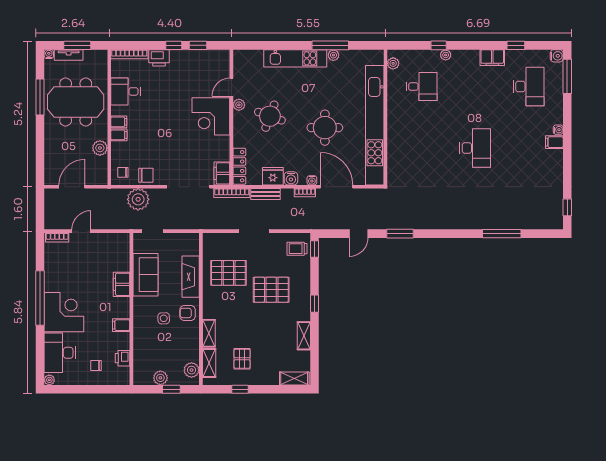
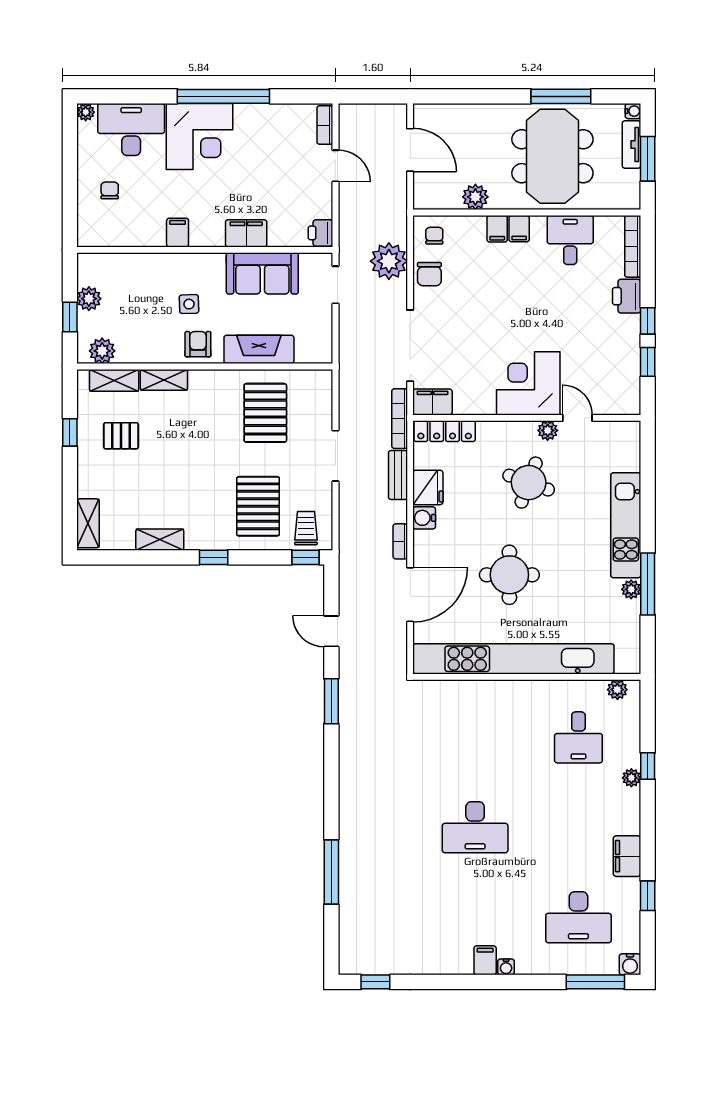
water cooler: (312, 180) -> (421, 553), removed
pallet: (271, 290) -> (258, 506), moved
printer: (123, 358) -> (321, 233), moved, turned -90

